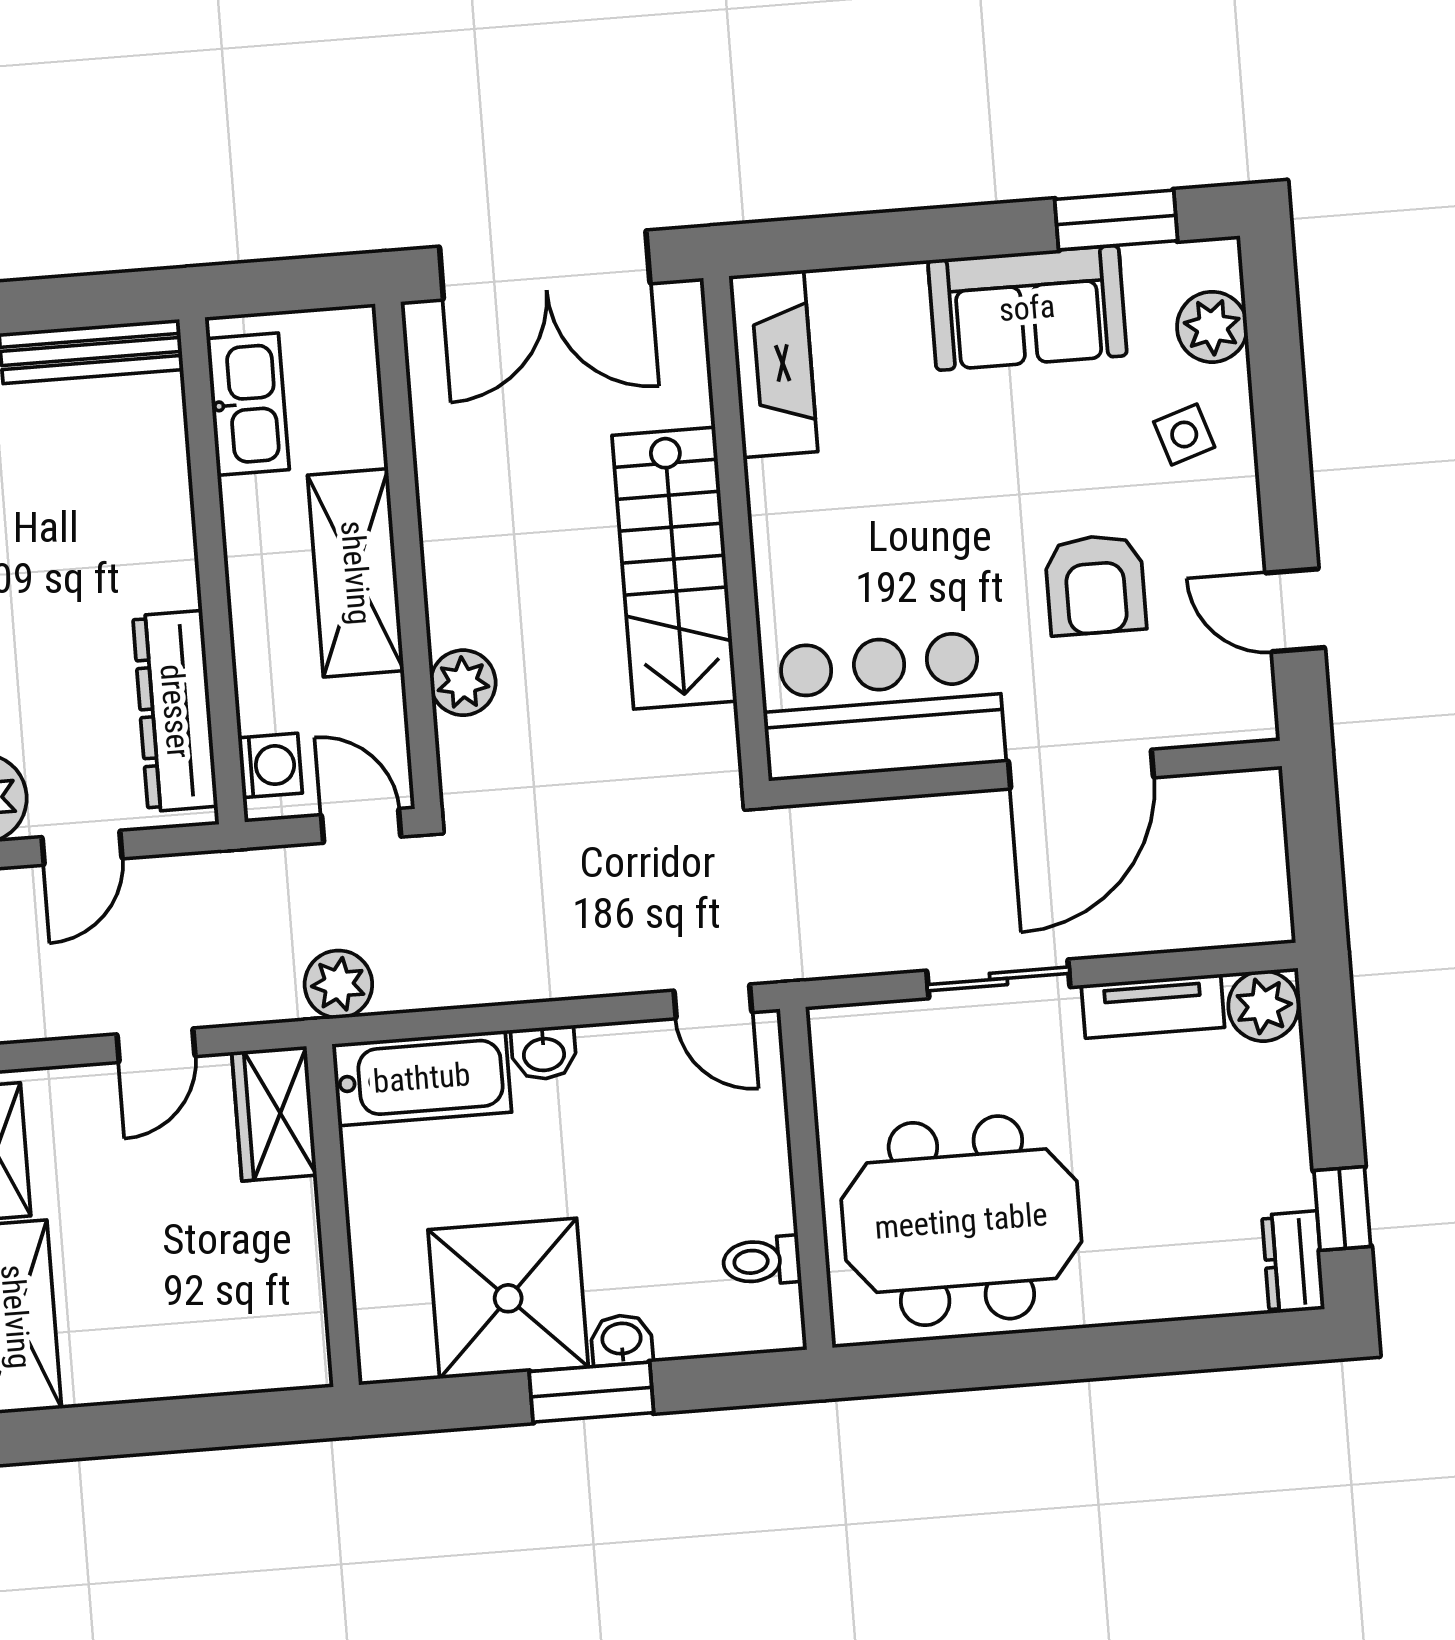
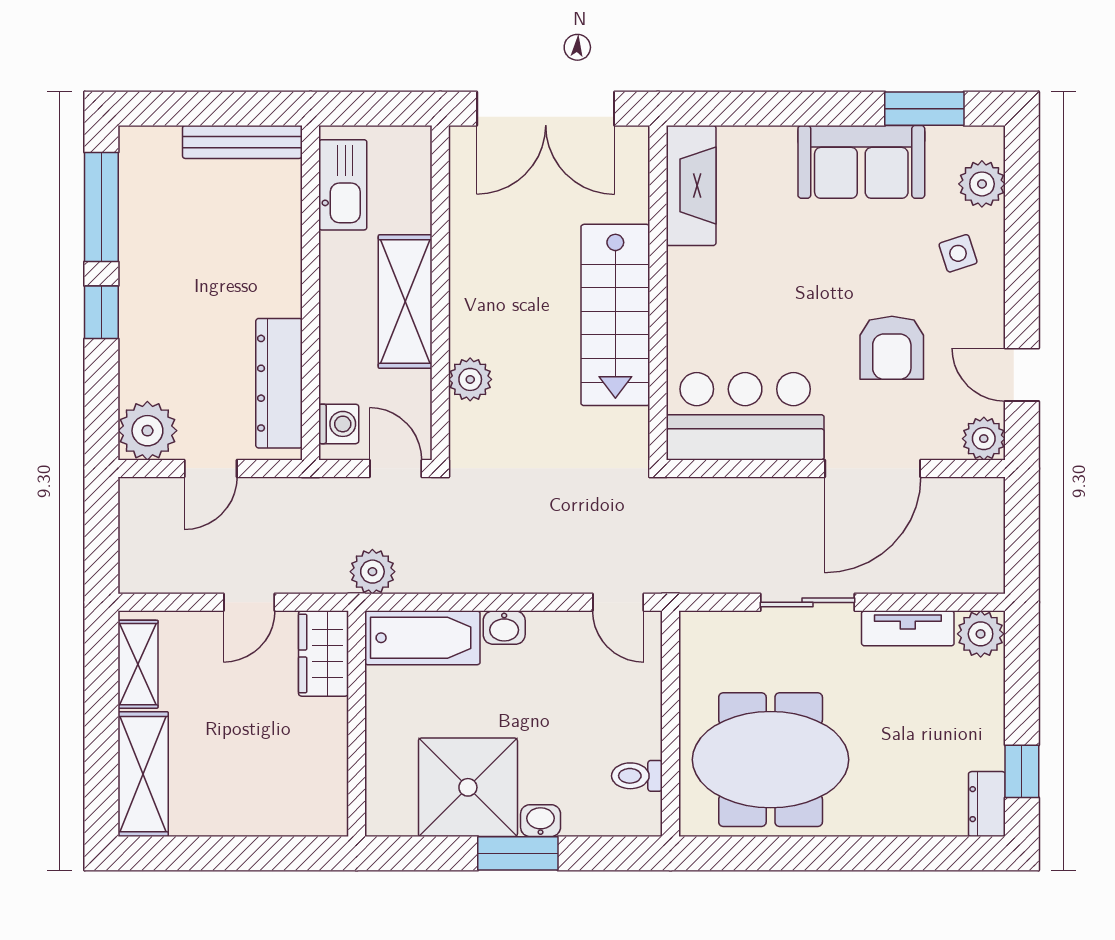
plant: (1245, 711) -> (984, 439), added

